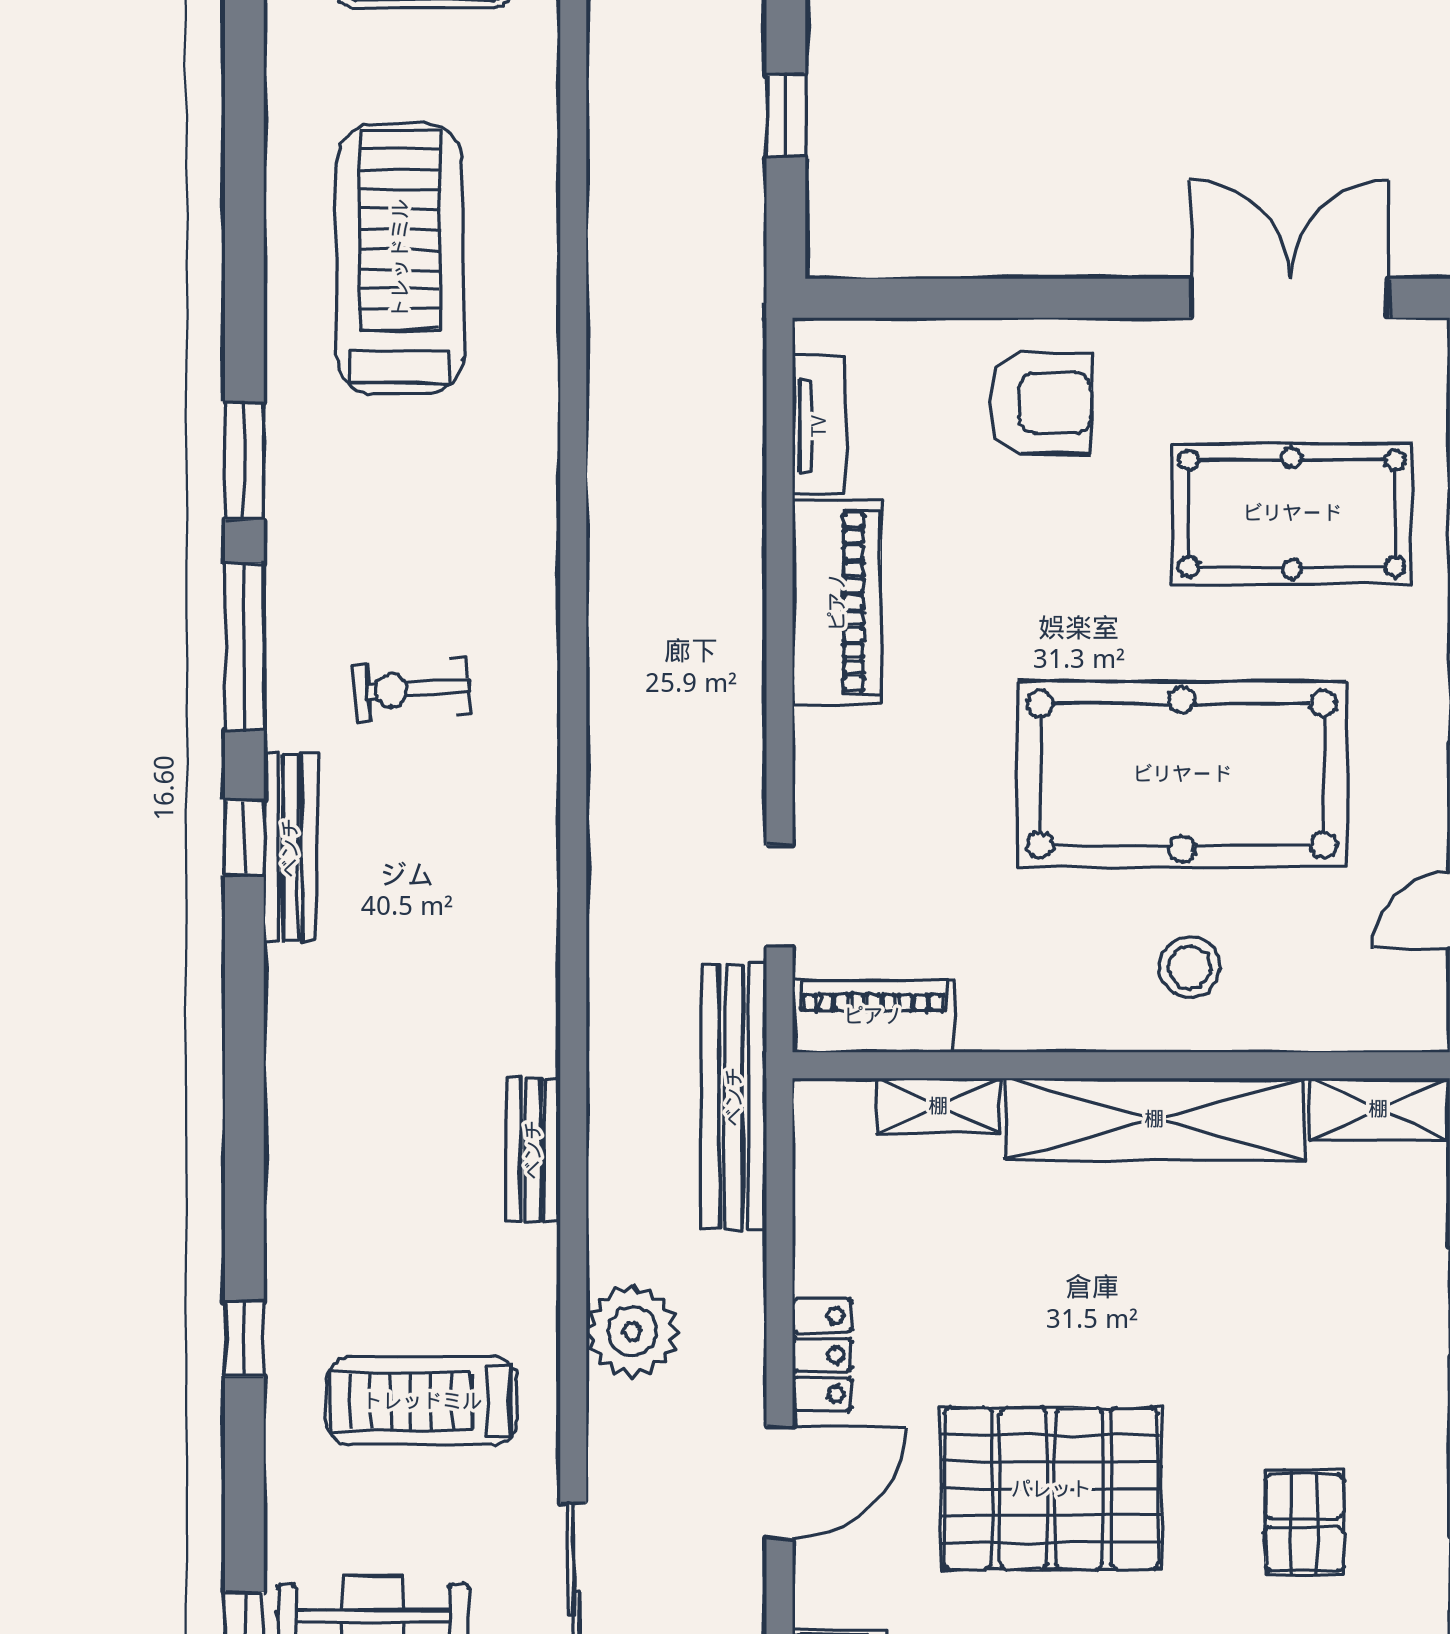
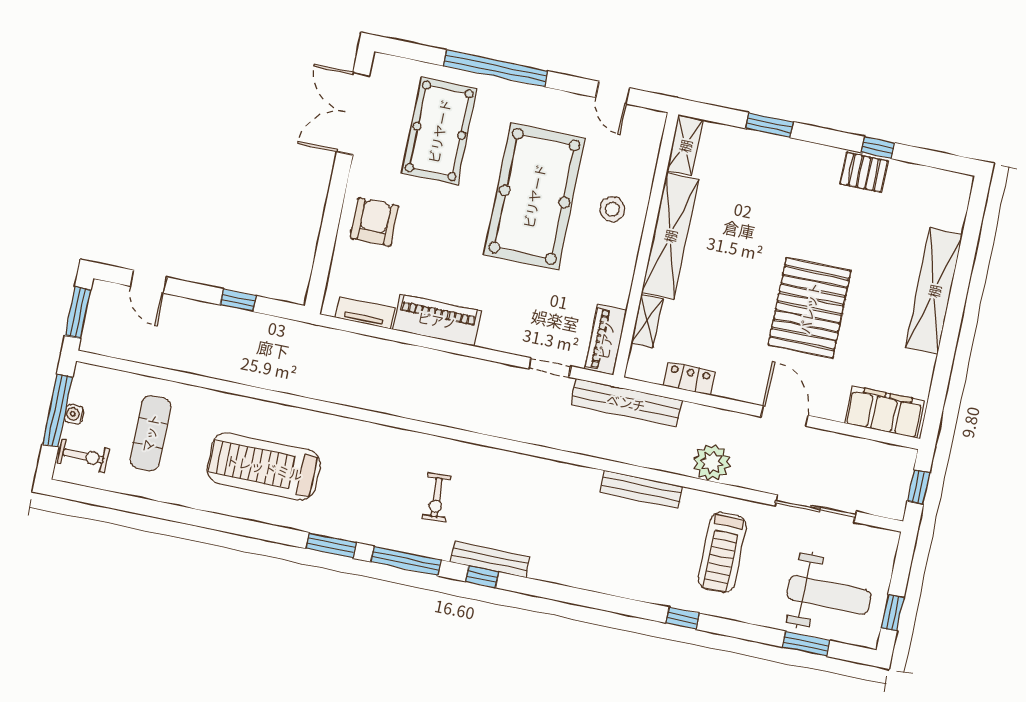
bench: (533, 1150) -> (641, 489), width x1.36
locker: (822, 1355) -> (689, 379), moved
pallet: (1304, 1523) -> (864, 172), moved

